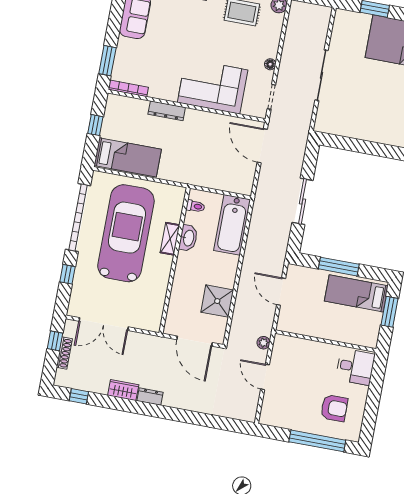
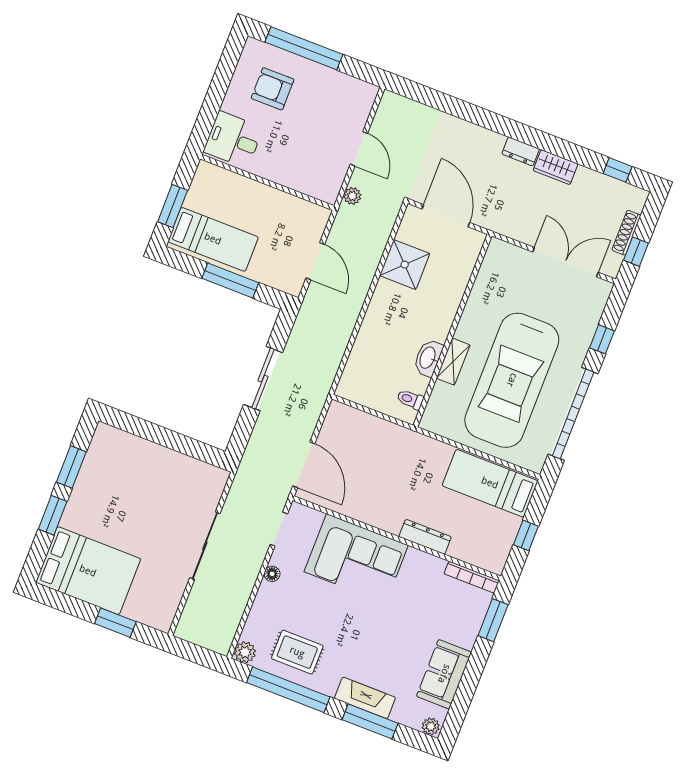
bathtub: (232, 225) -> (365, 364), removed

